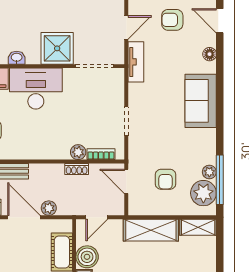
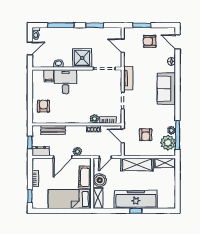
door: (126, 27) -> (123, 46), swing flipped
tv unit: (136, 62) -> (128, 78), moved
desk: (36, 89) -> (66, 82), width x0.73
door: (24, 217) -> (63, 157), swing flipped

